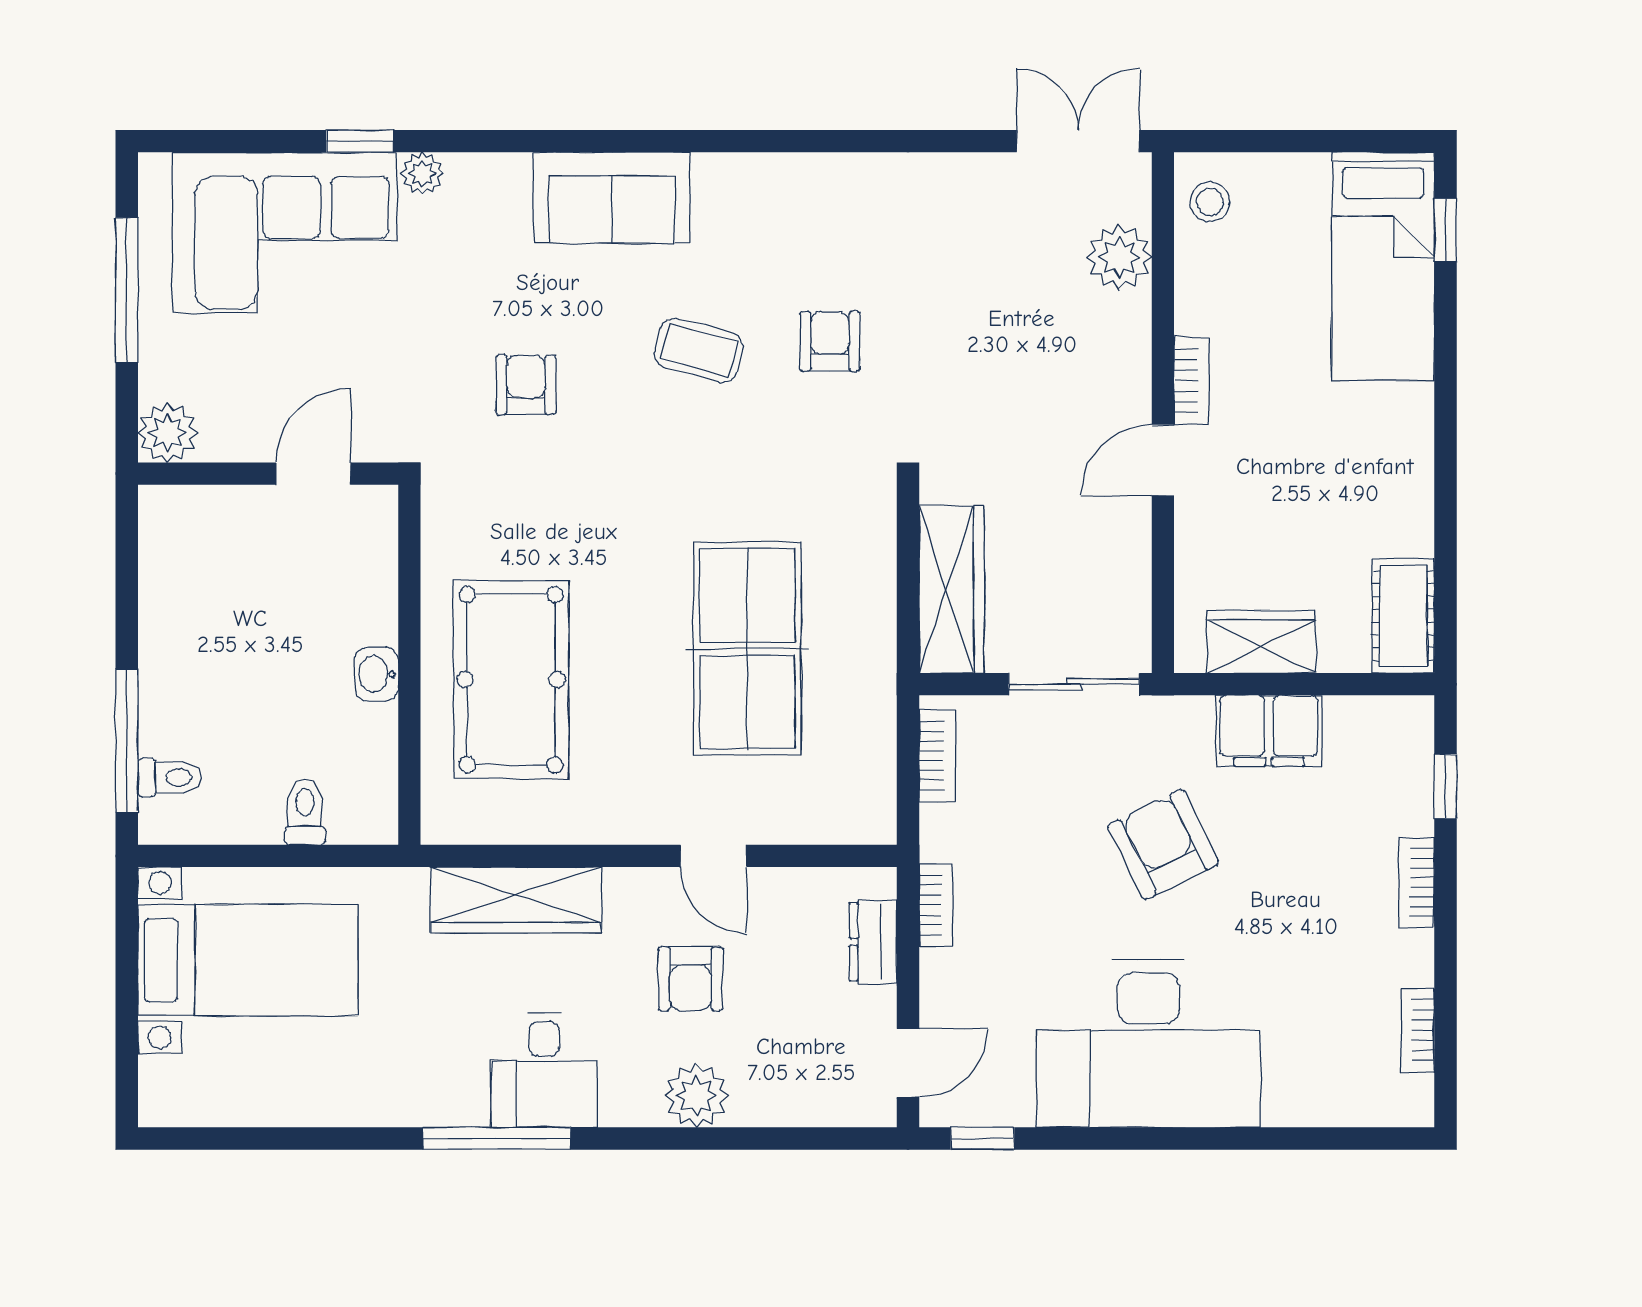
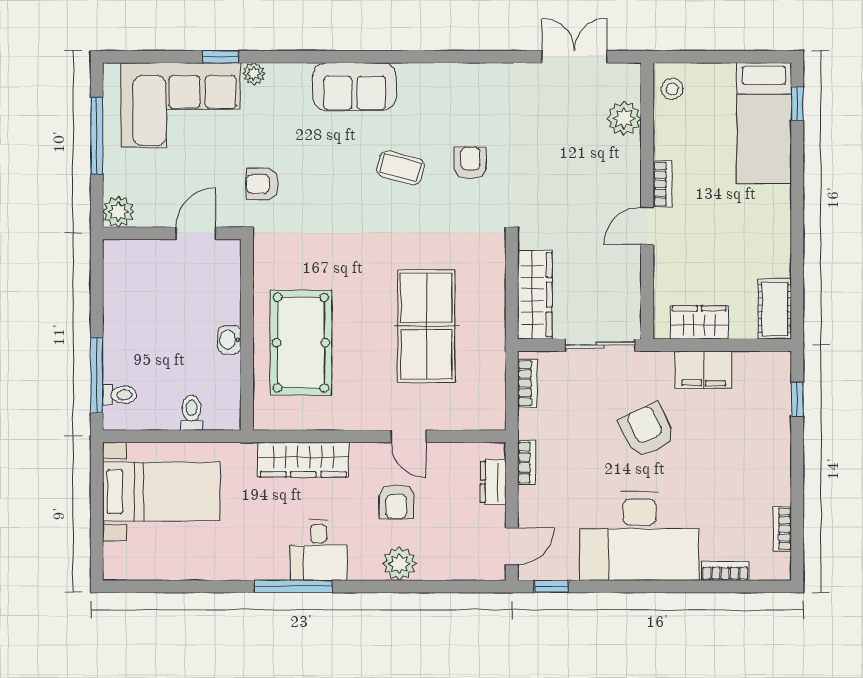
double door: (1078, 141) -> (574, 57), moved
armchair: (526, 385) -> (262, 184), moved, turned -90
bookcase: (1416, 883) -> (725, 571), moved, turned 90

